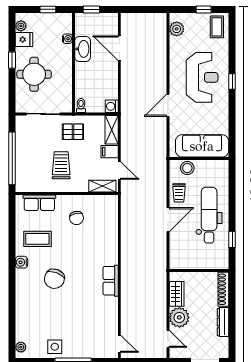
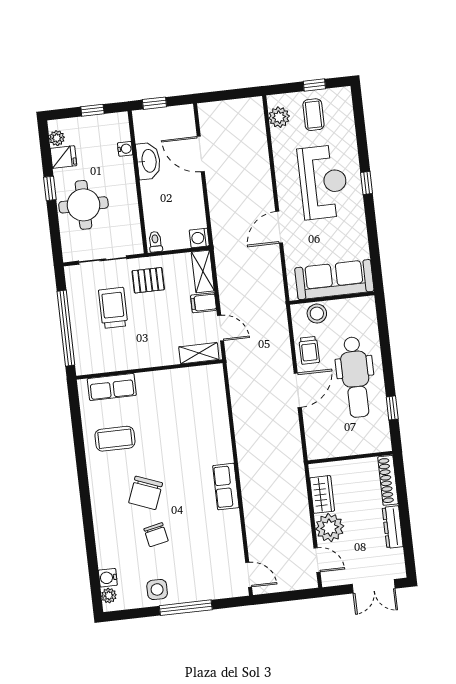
coffee table: (217, 27) -> (313, 115), moved
trolley: (61, 165) -> (113, 308), moved
dental chair: (209, 215) -> (356, 377), turned 180
chair: (77, 218) -> (156, 535), moved
water cooler: (22, 262) -> (108, 578), moved

